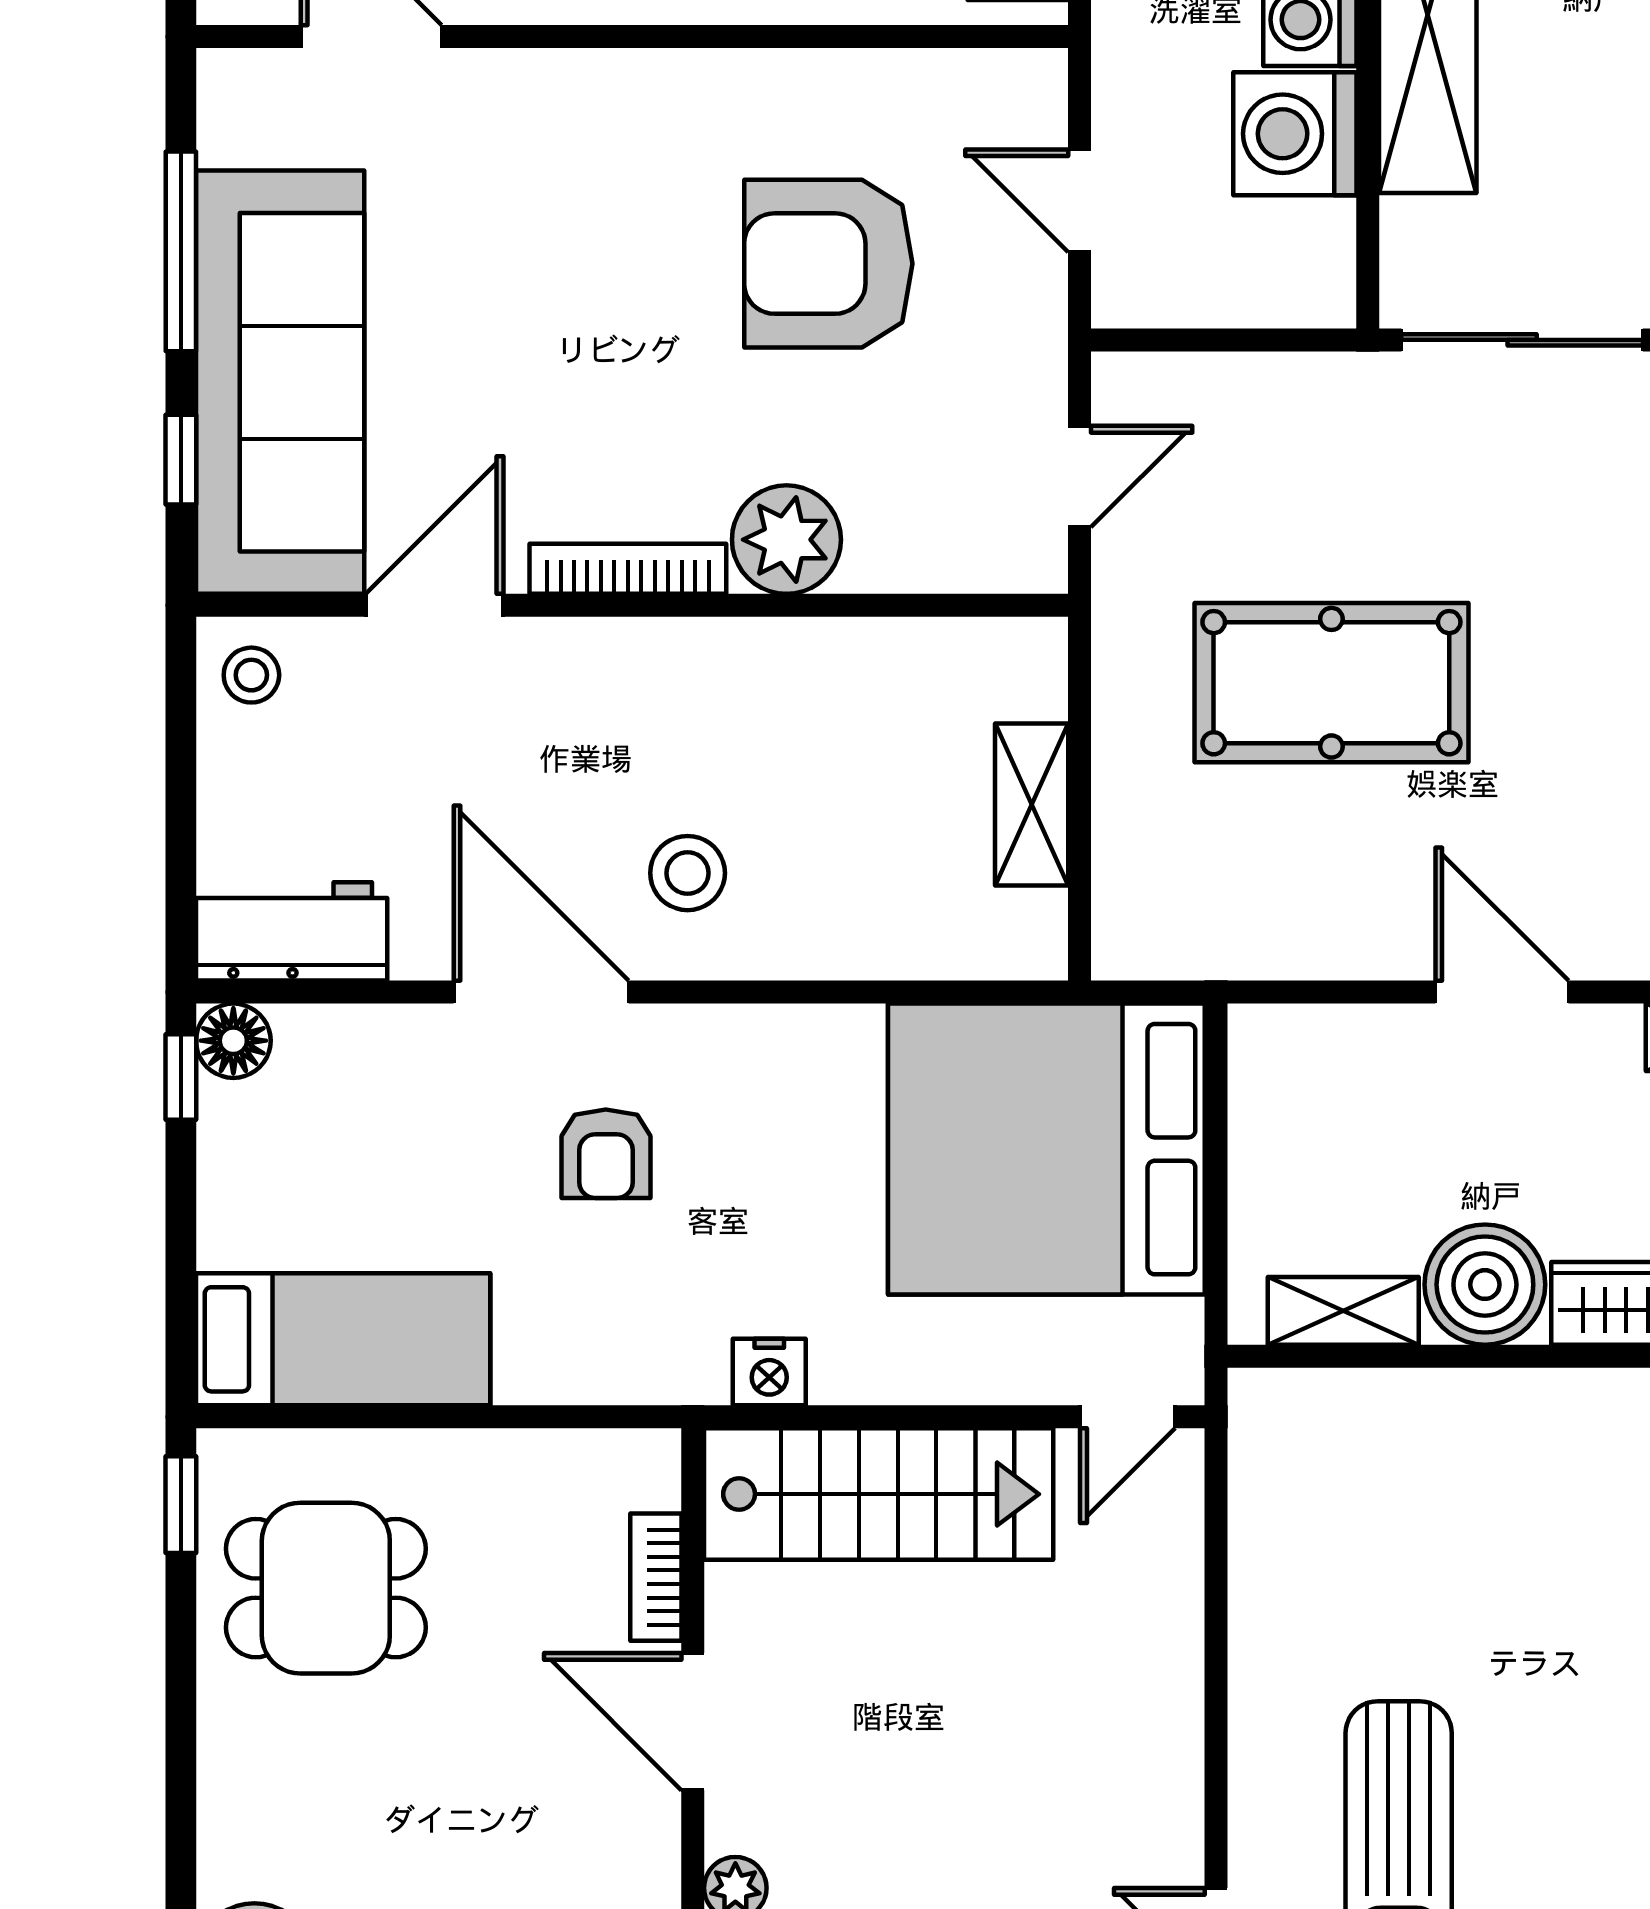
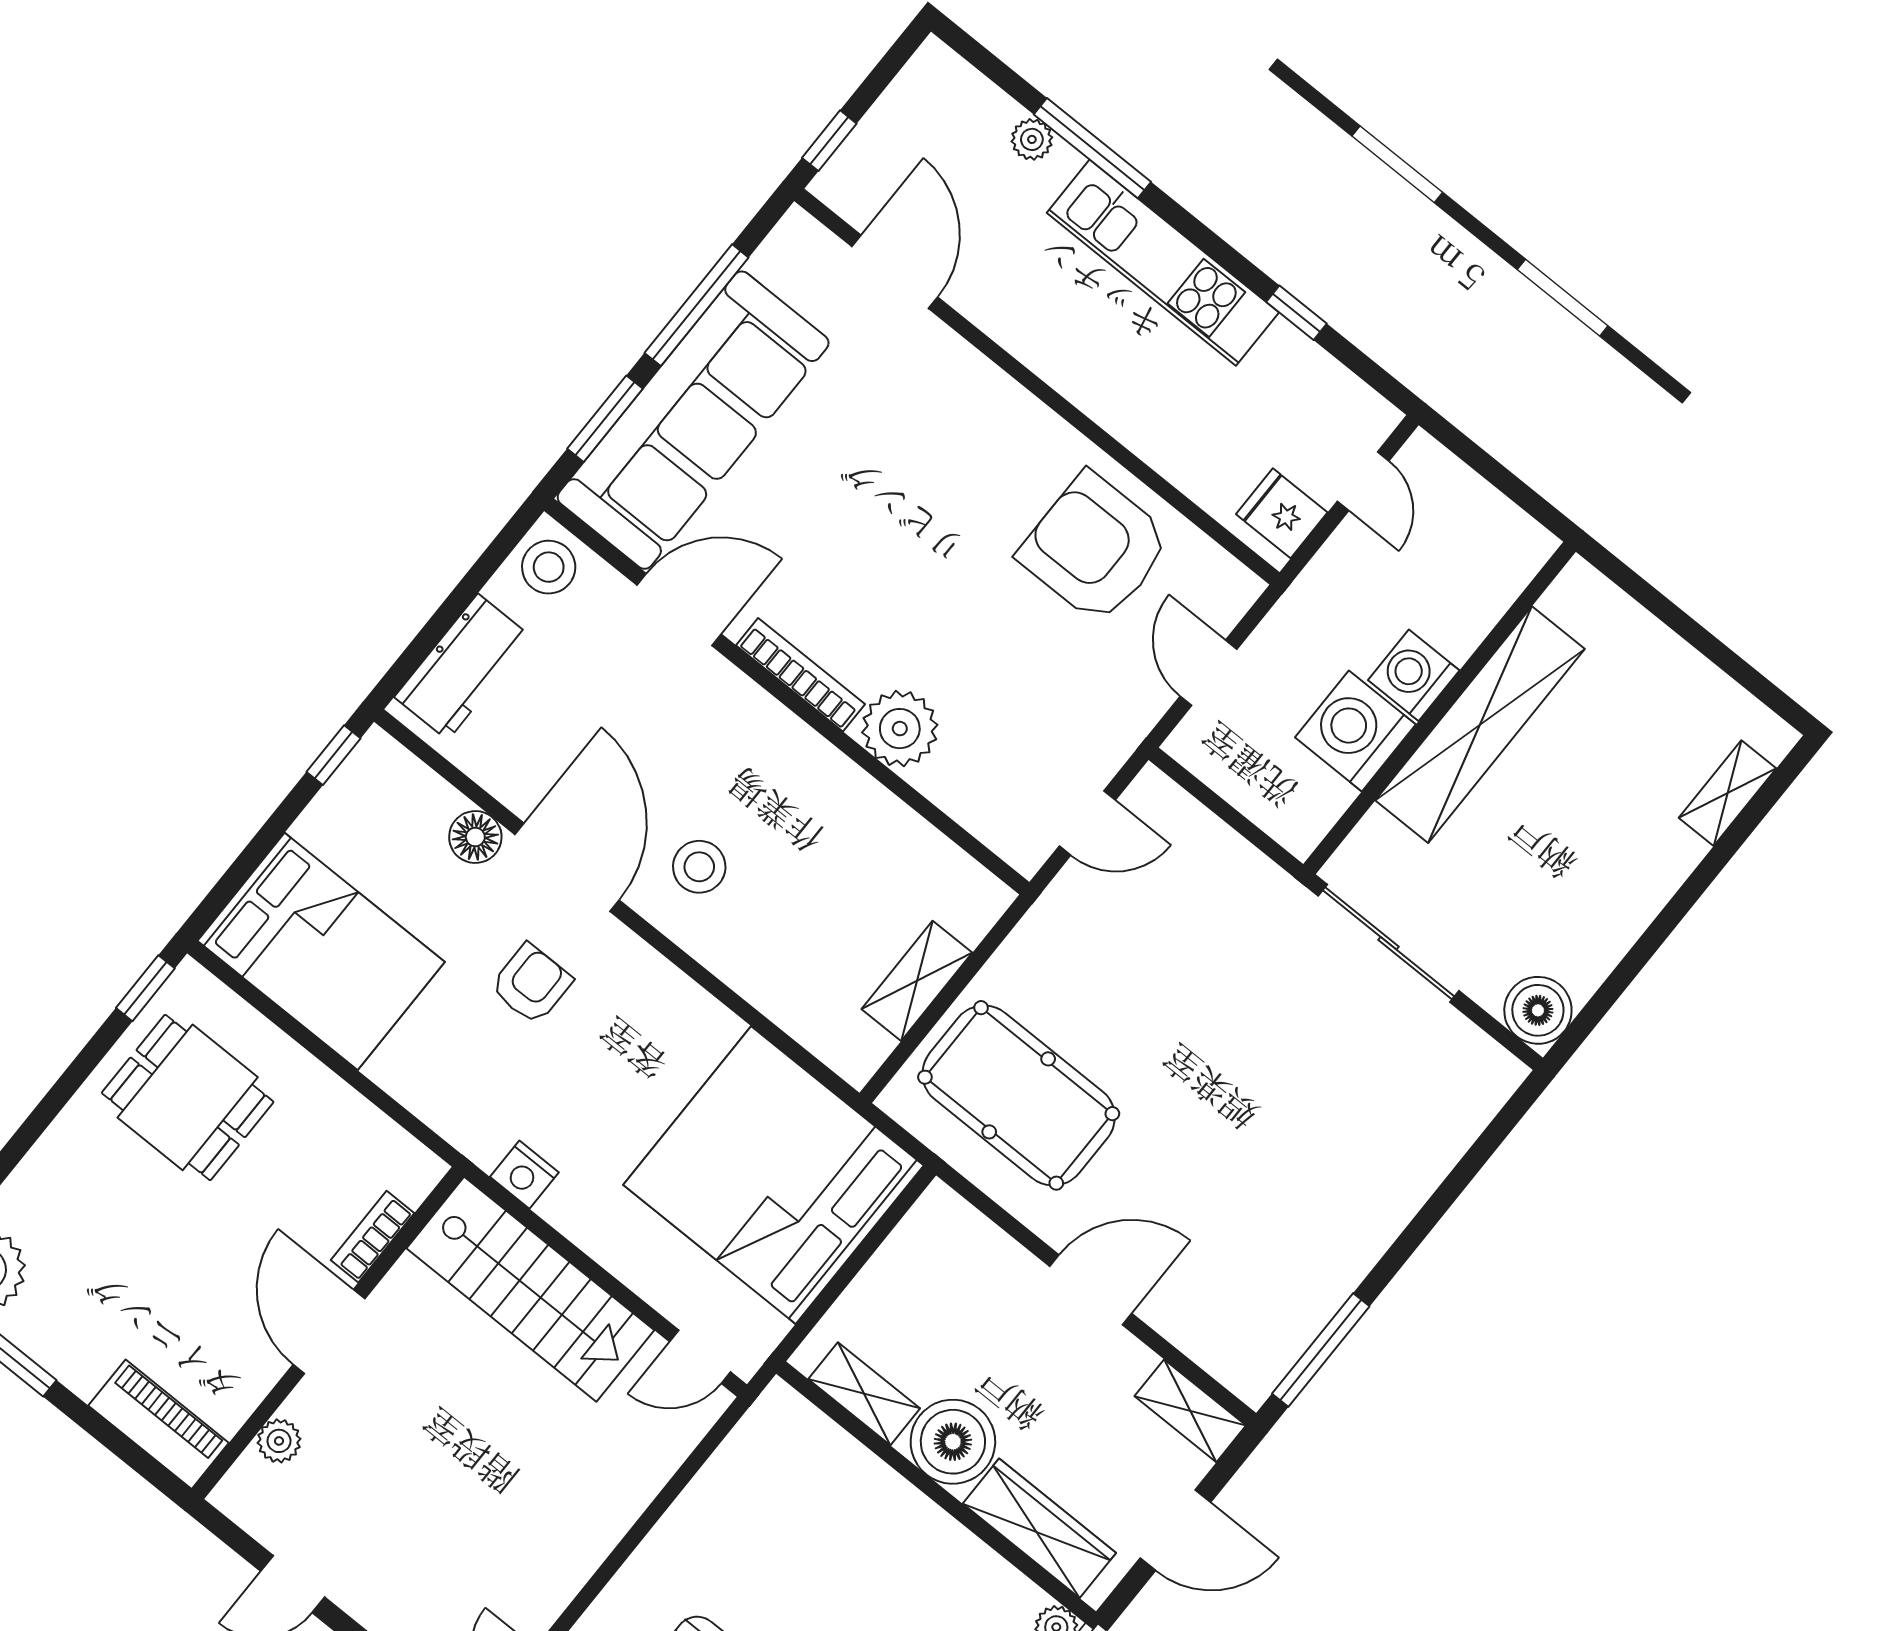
armchair: (828, 264) -> (1095, 548), moved
window: (181, 460) -> (605, 419), width x1.50
stool: (251, 675) -> (549, 567), width x1.37, depth x1.37
pool table: (1331, 683) -> (1019, 1095), moved
workbench: (292, 931) -> (463, 667), moved, turned 90
door: (1502, 992) -> (1091, 1290), hinge flipped
floor lamp: (233, 1041) -> (475, 837), moved
armchair: (606, 1154) -> (531, 984), turned 180
bed: (343, 1339) -> (321, 951), width x1.50

